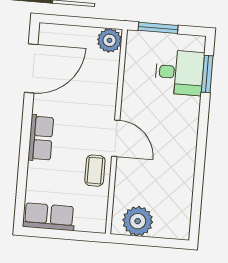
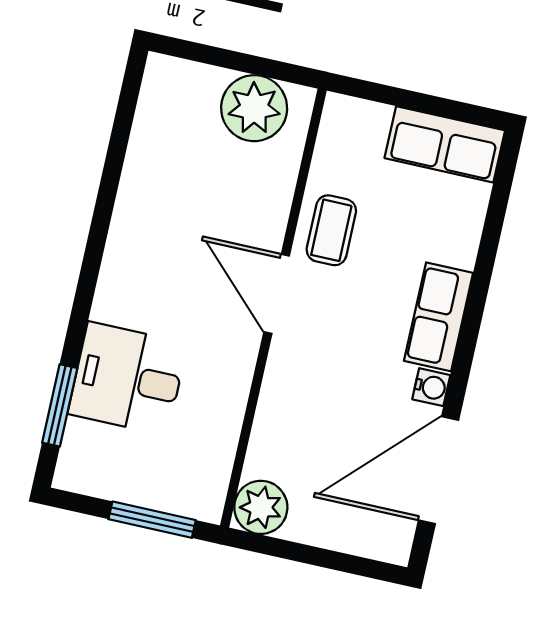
desk: (179, 73) -> (128, 379), moved
water cooler: (40, 106) -> (431, 387), added

